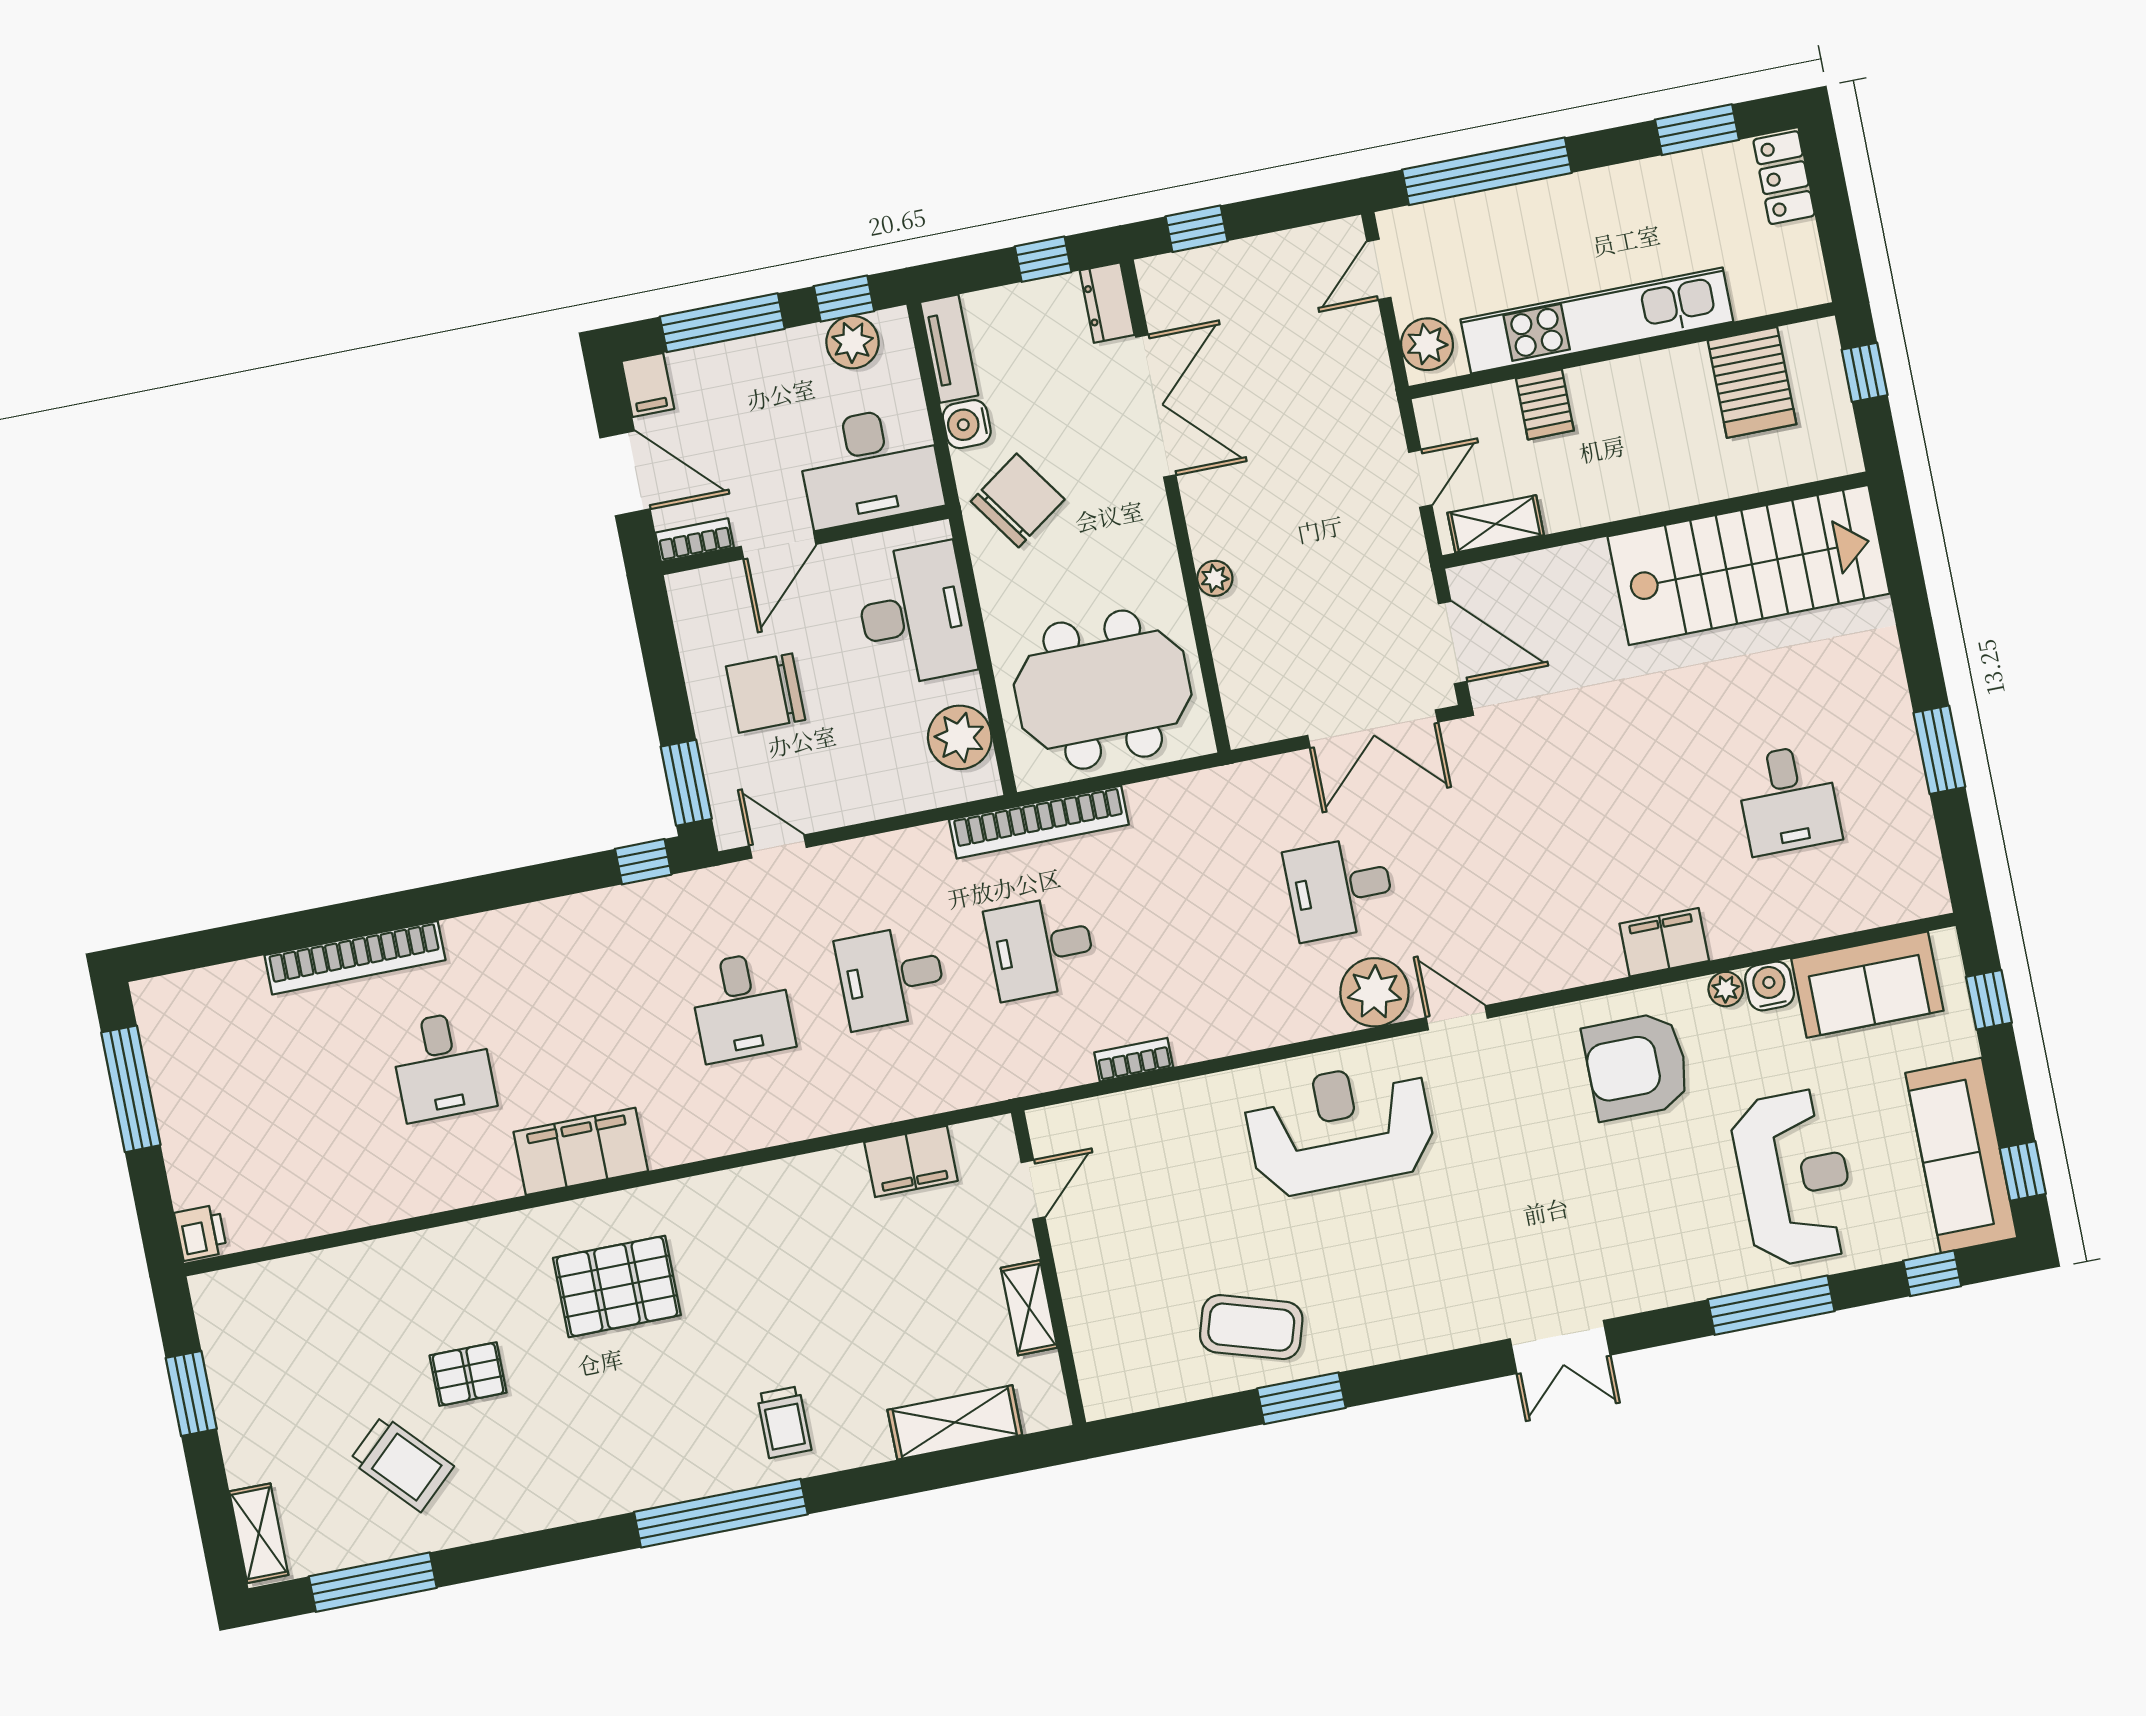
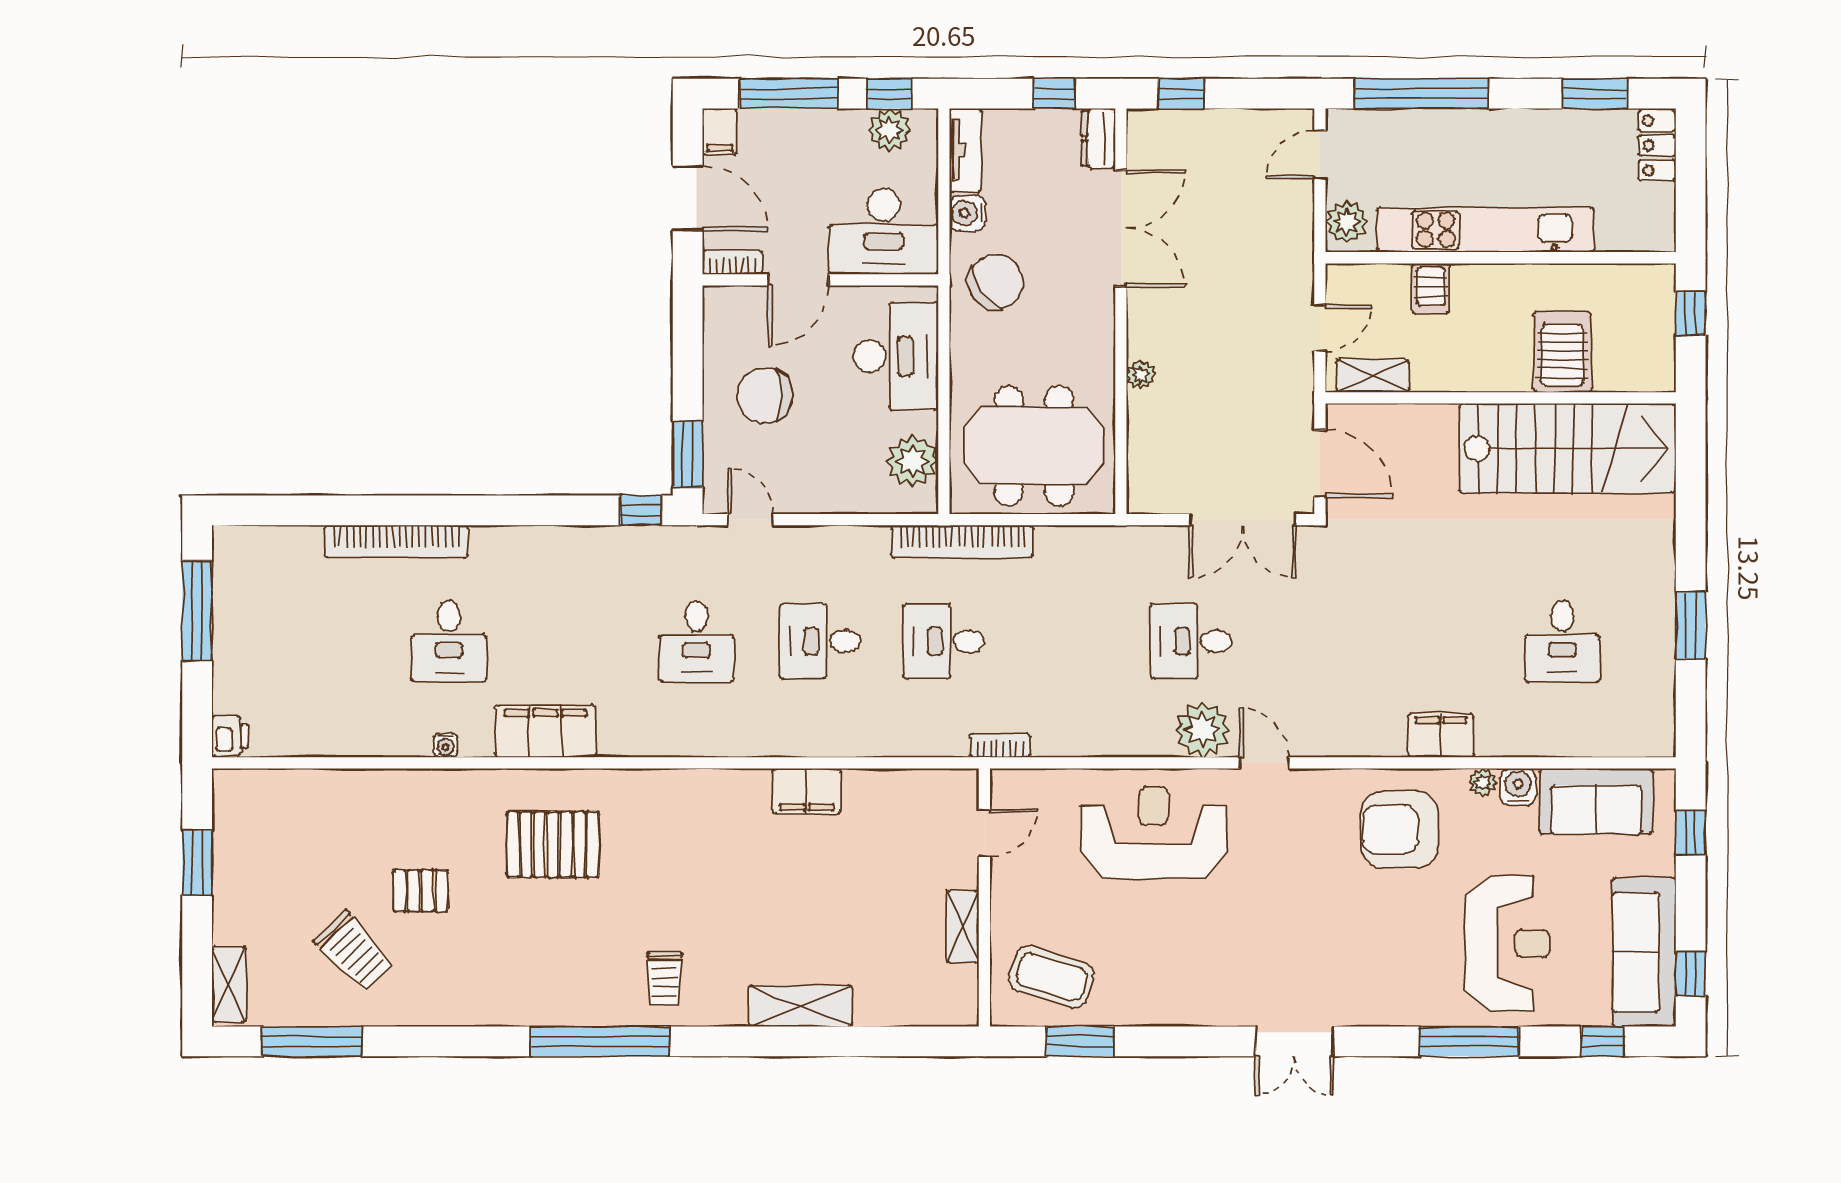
server rack: (1752, 382) -> (1562, 352), moved, turned 180
door: (1033, 1190) -> (984, 833), moved
water cooler: (464, 1192) -> (446, 745), added
wall: (1049, 1268) -> (984, 898), moved
shelving: (1029, 1308) -> (963, 926), moved

